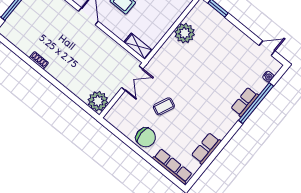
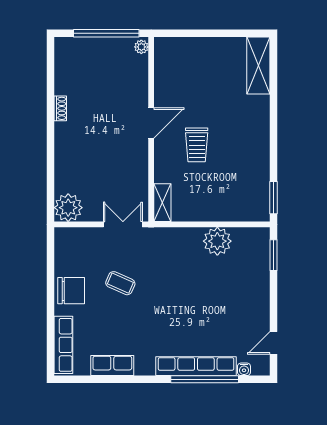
door: (267, 48) -> (273, 343), swing flipped
double door: (132, 78) -> (123, 224), swing flipped
row of seats: (245, 102) -> (196, 366), width x2.02
chair: (146, 137) -> (71, 291), turned -90

